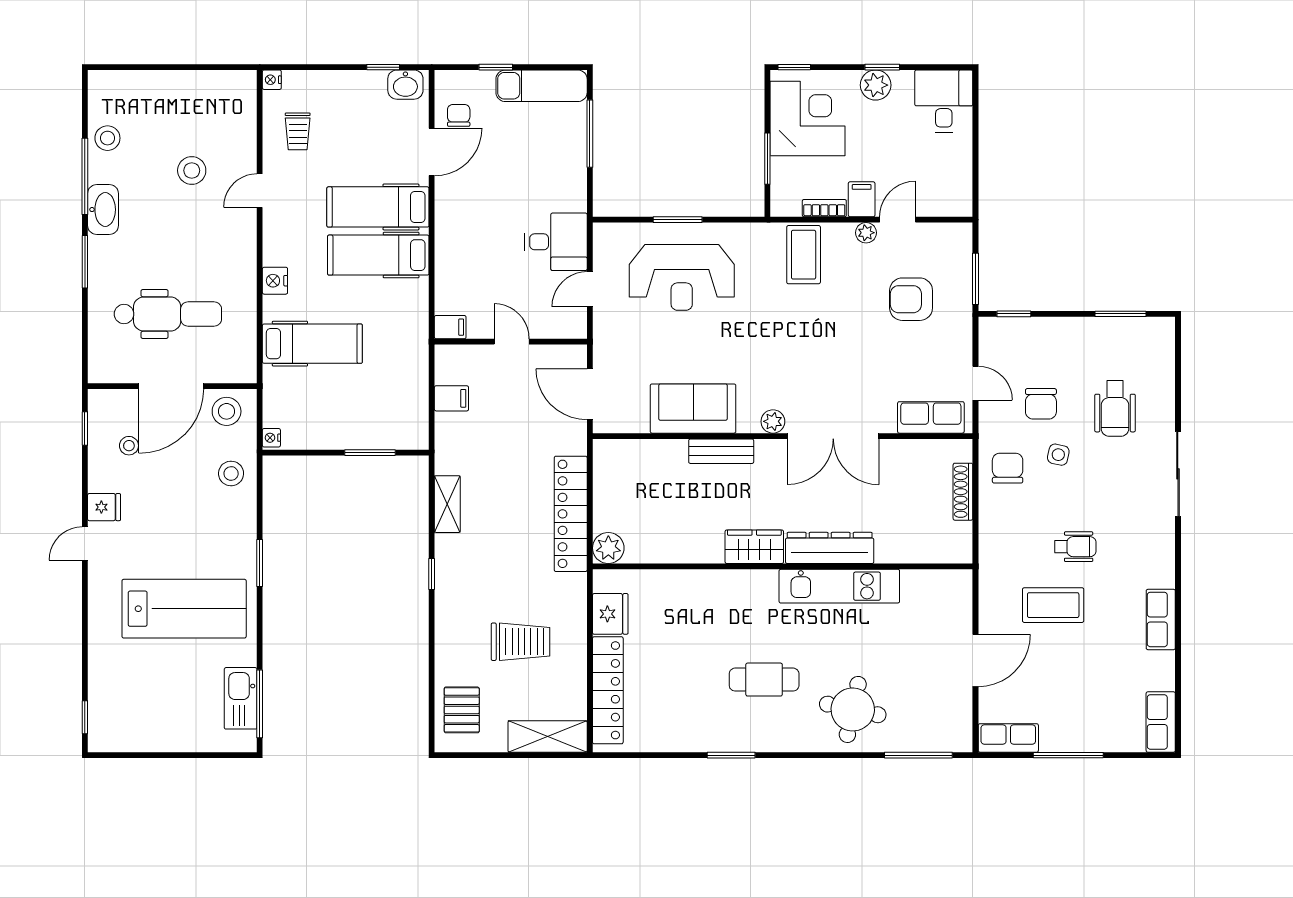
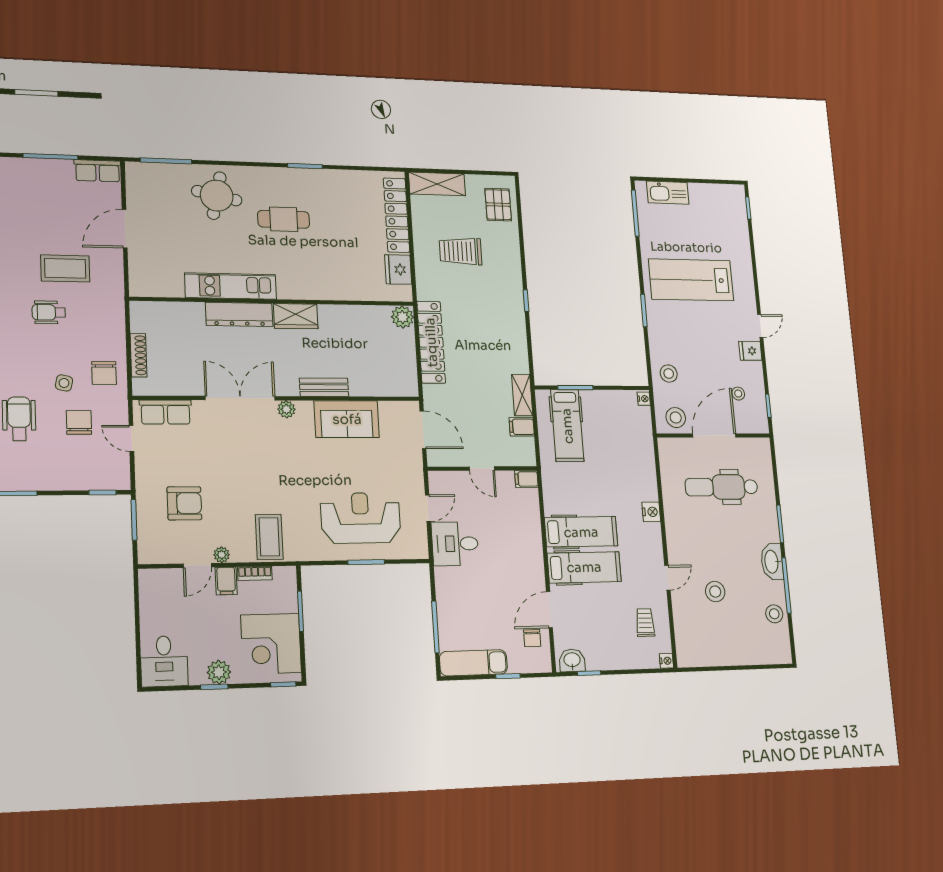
hospital bed: (312, 344) -> (567, 426), moved, turned -90
shelving: (447, 504) -> (522, 395), moved
kitchen sink: (241, 698) -> (668, 193), moved, turned 90

